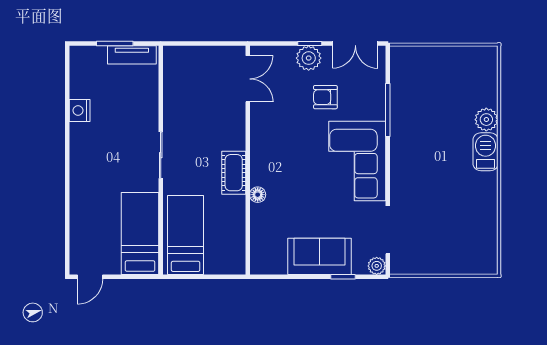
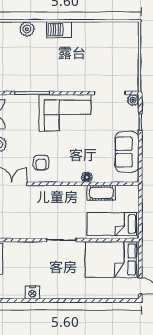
armchair: (325, 97) -> (41, 163), moved
plant: (486, 120) -> (27, 29), moved
cot: (234, 173) -> (101, 193), moved
bed: (140, 233) -> (112, 259), width x1.50
sofa: (319, 256) -> (127, 152), moved

